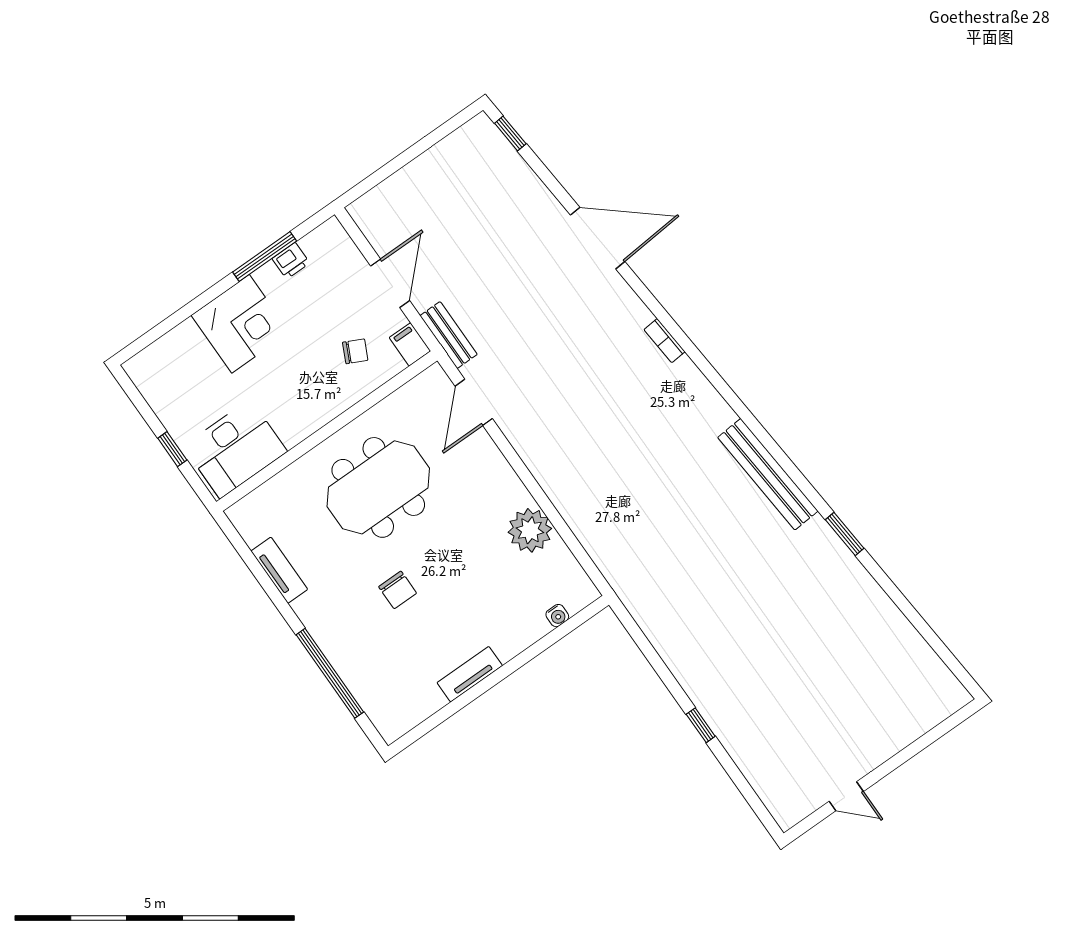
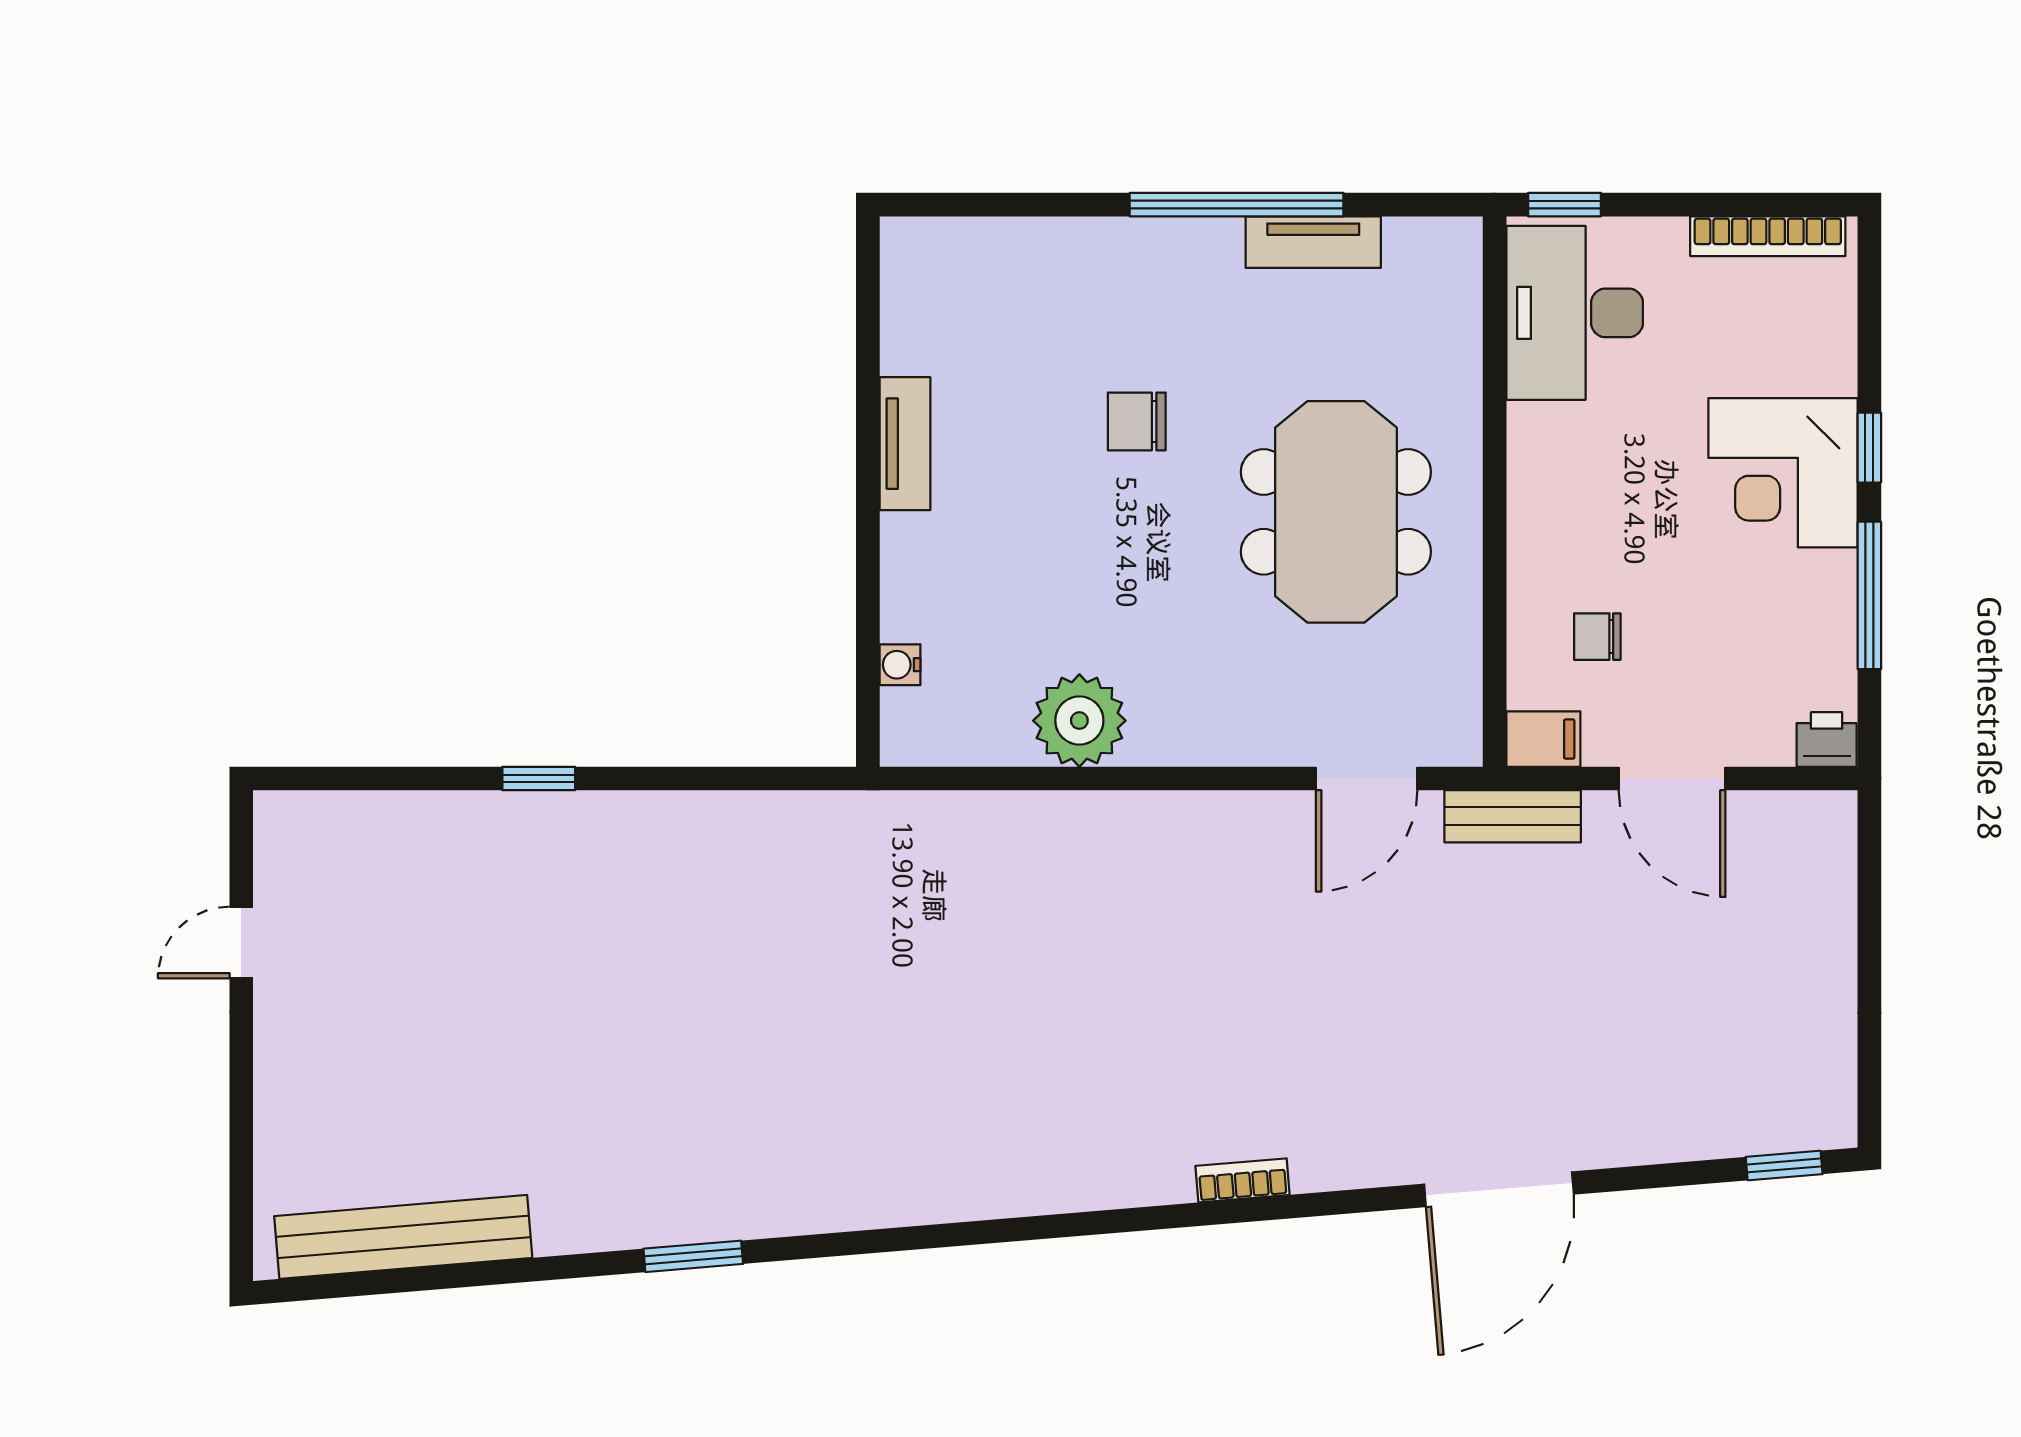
printer: (291, 261) -> (1827, 740), moved, turned 90
window: (207, 297) -> (1869, 448), added
chair: (355, 351) -> (1597, 637), turned 64
bookcase: (152, 395) -> (1768, 236), added
door: (474, 402) -> (1367, 779), swing flipped
window: (172, 449) -> (1564, 205), moved
bench: (768, 474) -> (403, 1237), moved
window: (330, 673) -> (1237, 205), moved

